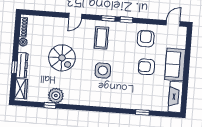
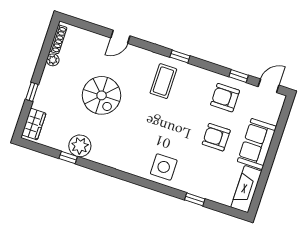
door: (75, 16) -> (120, 37), moved
window: (126, 20) -> (239, 76), moved
armchair: (146, 39) -> (225, 98), turned -90
dresser: (22, 65) -> (43, 92), removed
side table: (103, 70) -> (164, 167), moved

